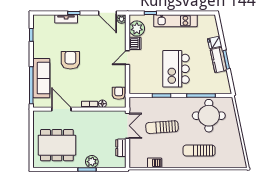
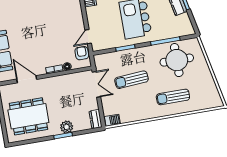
door: (128, 58) -> (88, 37), moved
armchair: (70, 60) -> (27, 28), removed
dresser: (121, 148) -> (96, 119), moved
barbecue: (155, 163) -> (112, 120), moved

